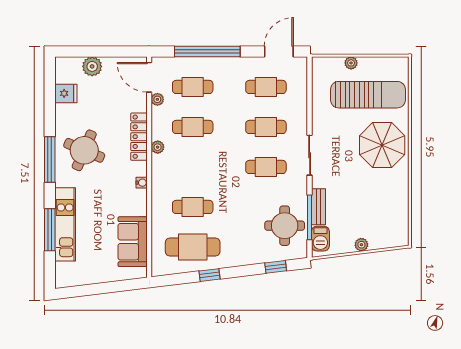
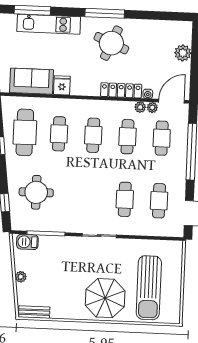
plant: (351, 63) -> (177, 274), removed
fridge: (66, 93) -> (62, 85), moved, turned 180
plant: (158, 147) -> (140, 107), moved
cafe table: (266, 167) -> (93, 135), moved
water cooler: (142, 183) -> (148, 94), moved
bench: (318, 207) -> (34, 312), moved
round table: (285, 226) -> (36, 192), moved
window: (50, 230) -> (32, 10), moved

